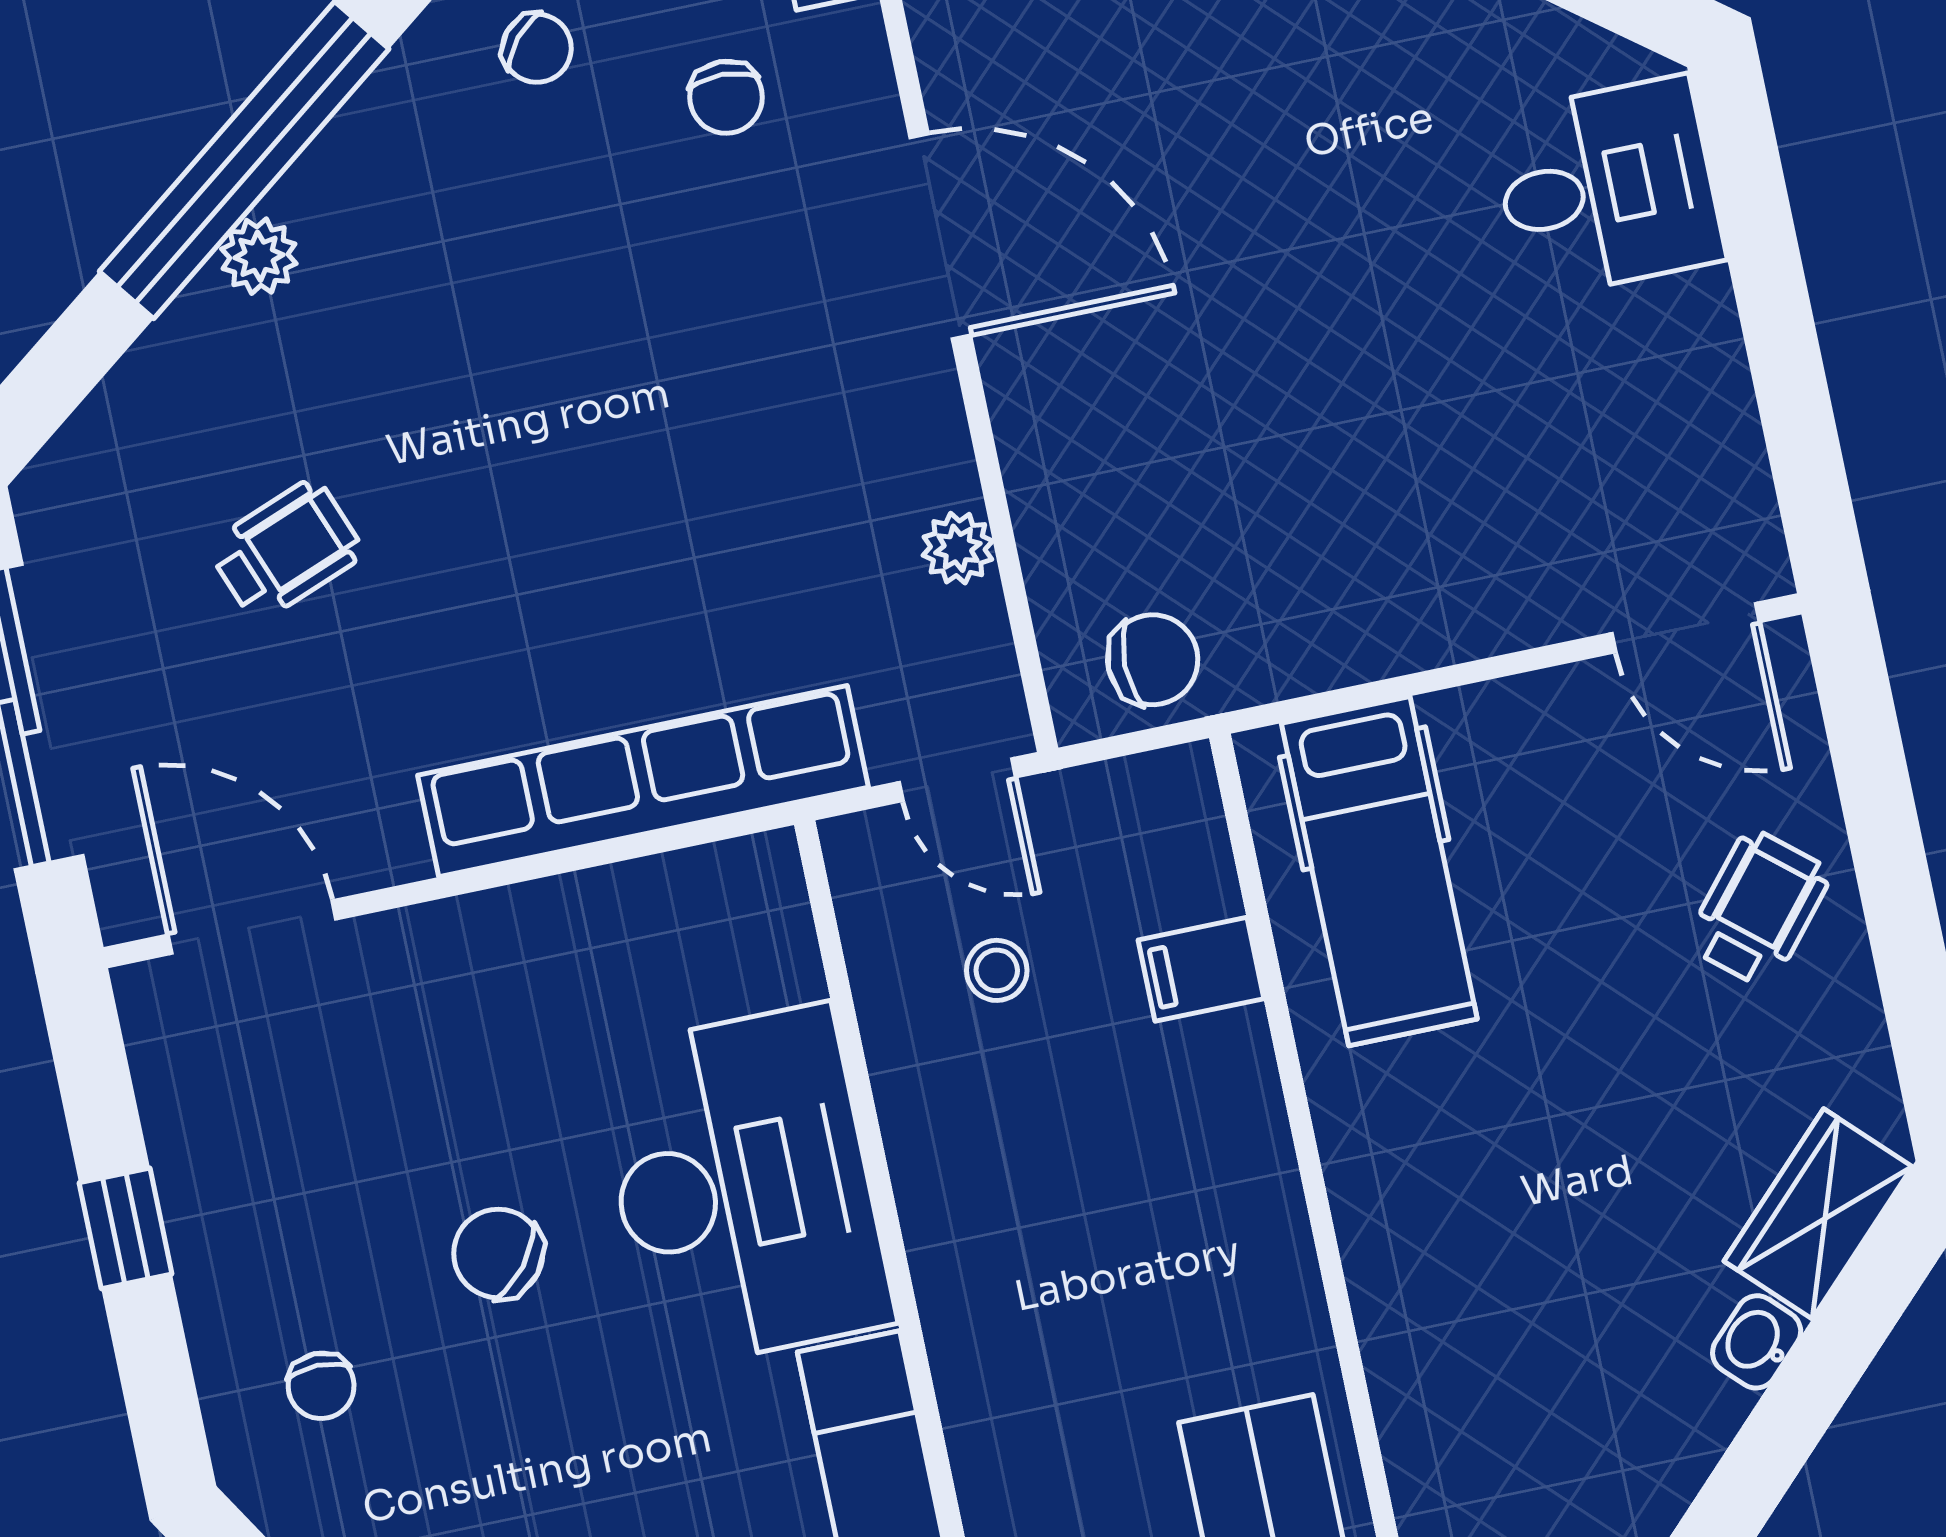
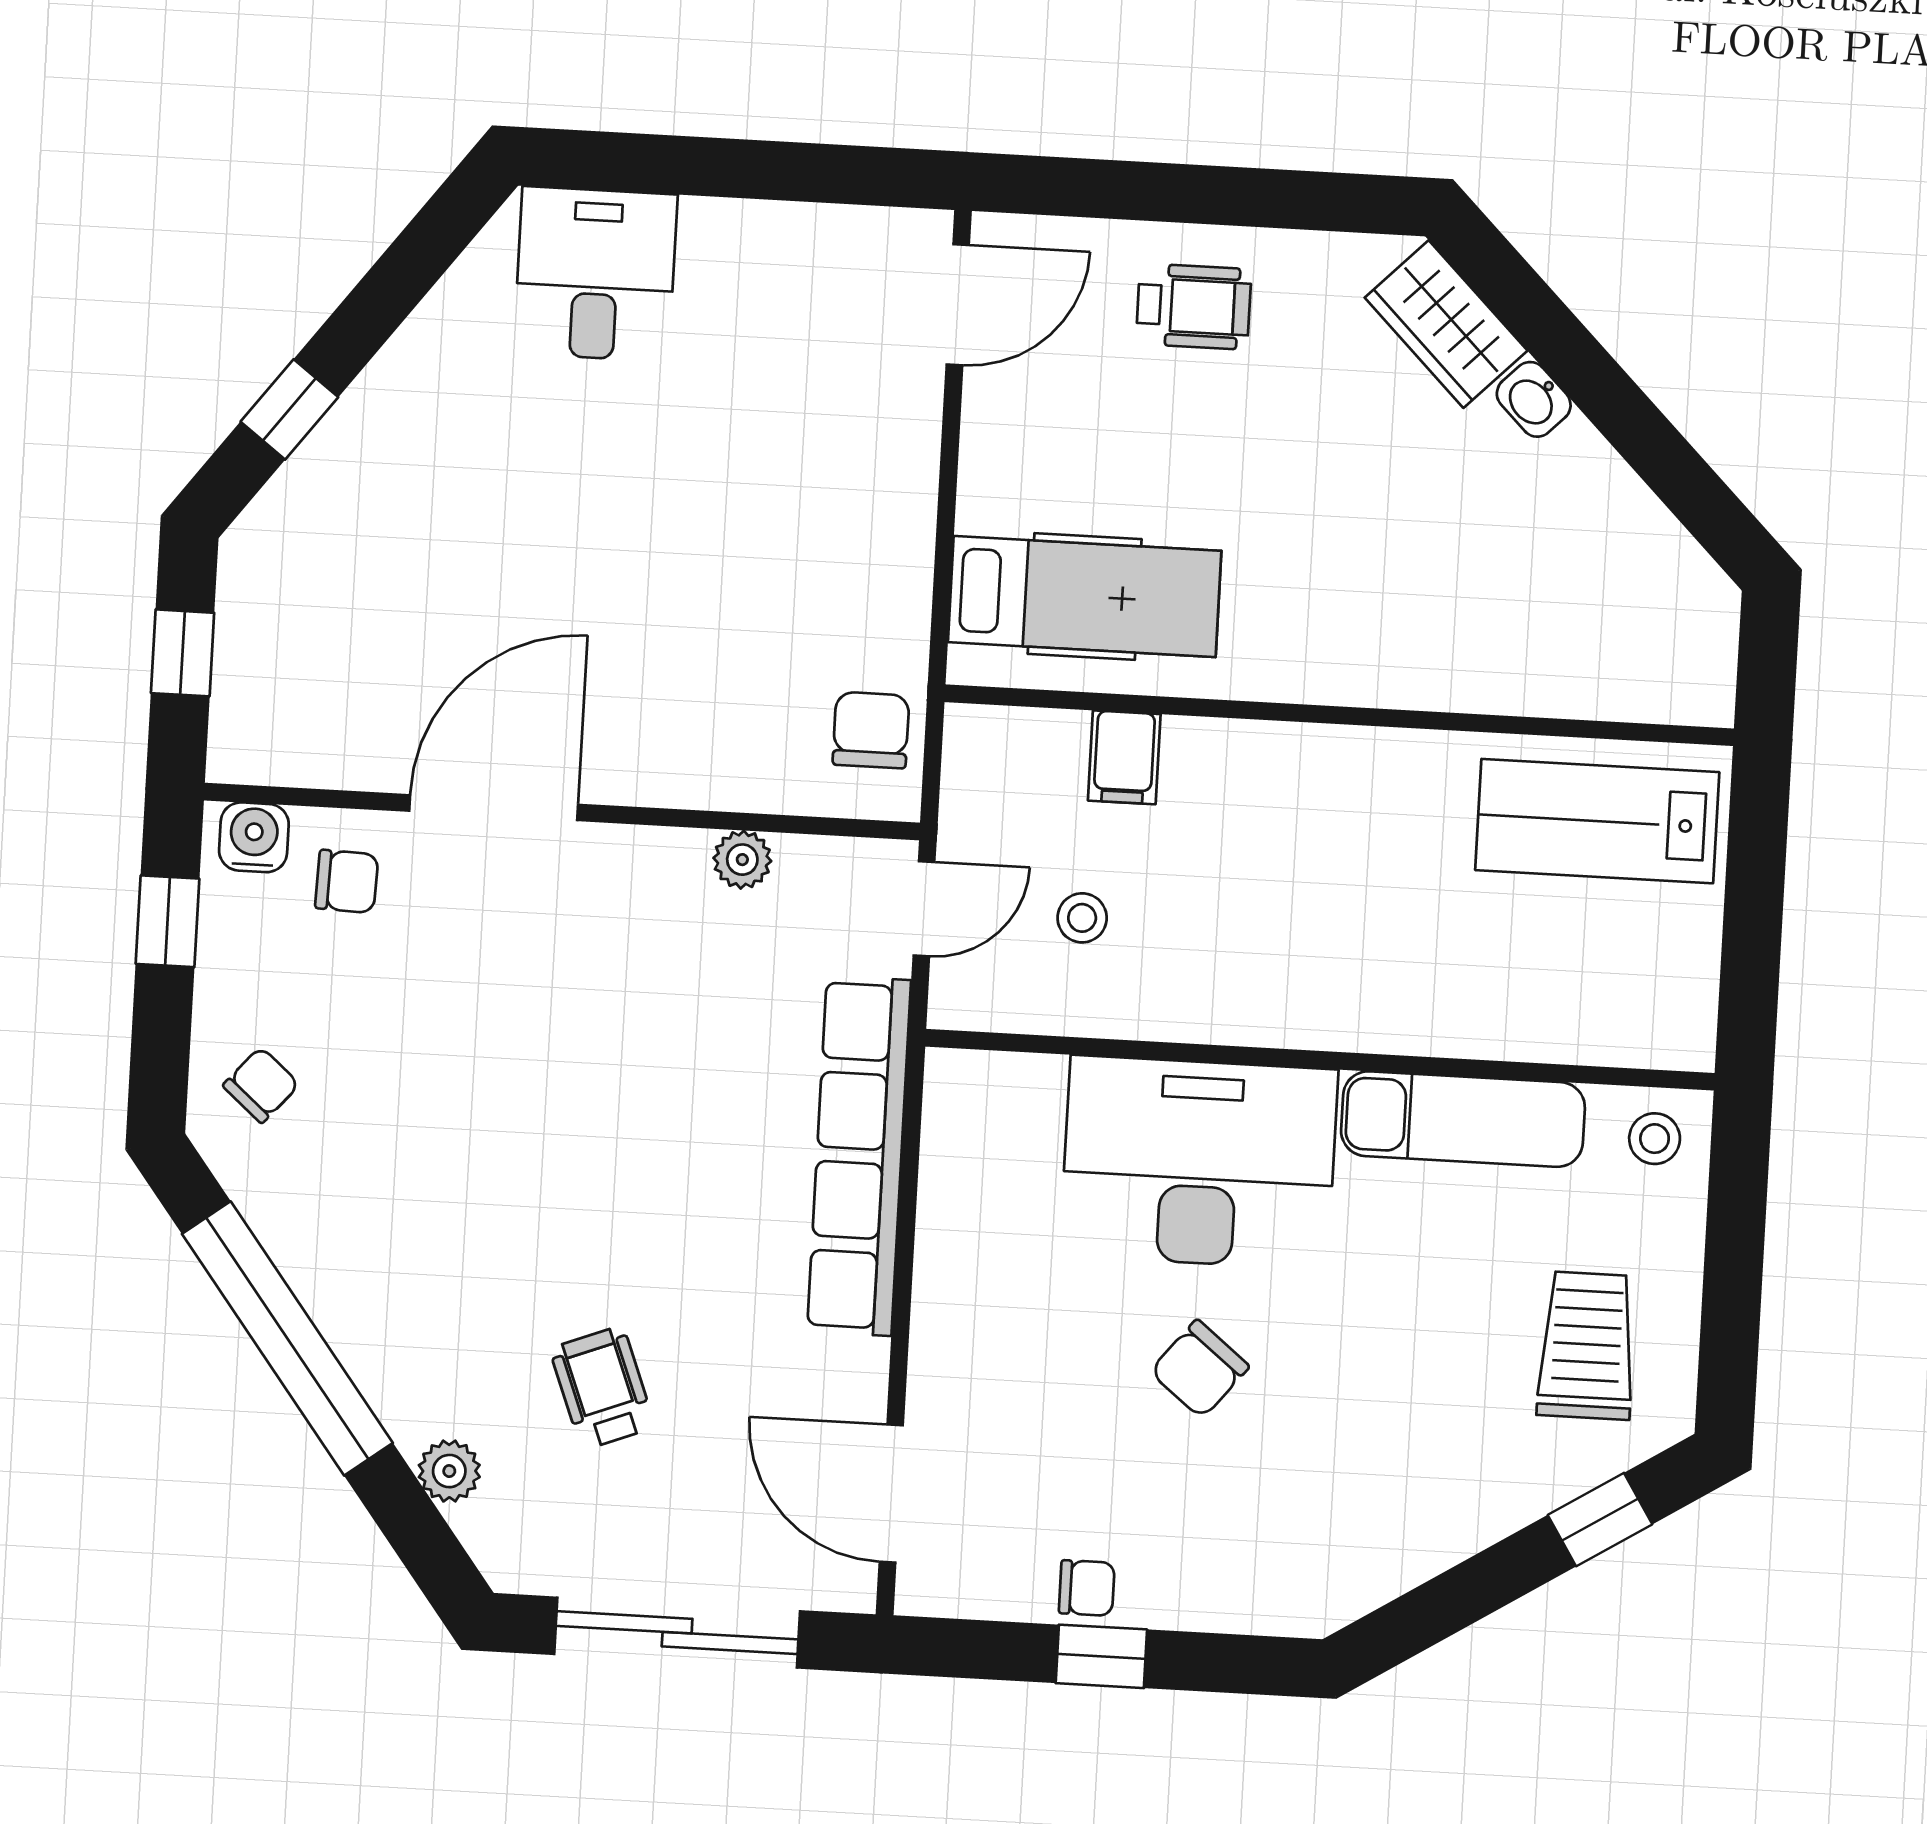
chair: (726, 97) -> (347, 881), moved
plant: (259, 256) -> (449, 1471), moved
wheelchair: (1759, 908) -> (1194, 307), turned 140
door: (252, 927) -> (891, 1494), hinge flipped
chair: (321, 1386) -> (1087, 1588), moved

